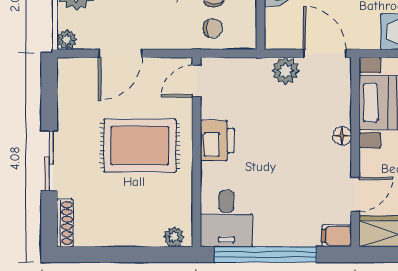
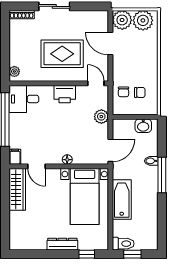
plant: (67, 40) -> (122, 20), width x1.88, depth x1.88
plant: (286, 71) -> (101, 117), moved
rug: (140, 146) -> (62, 54), turned 90

